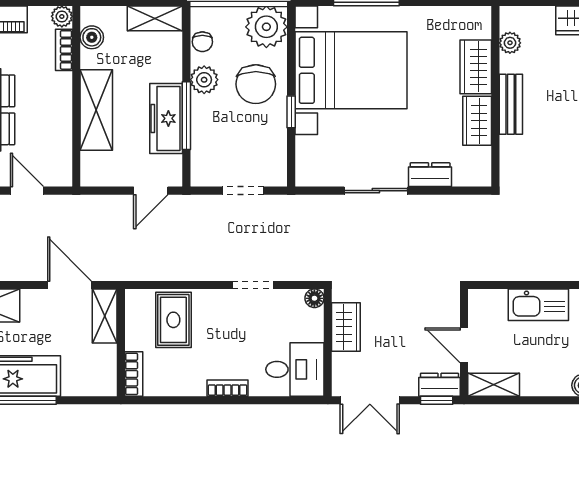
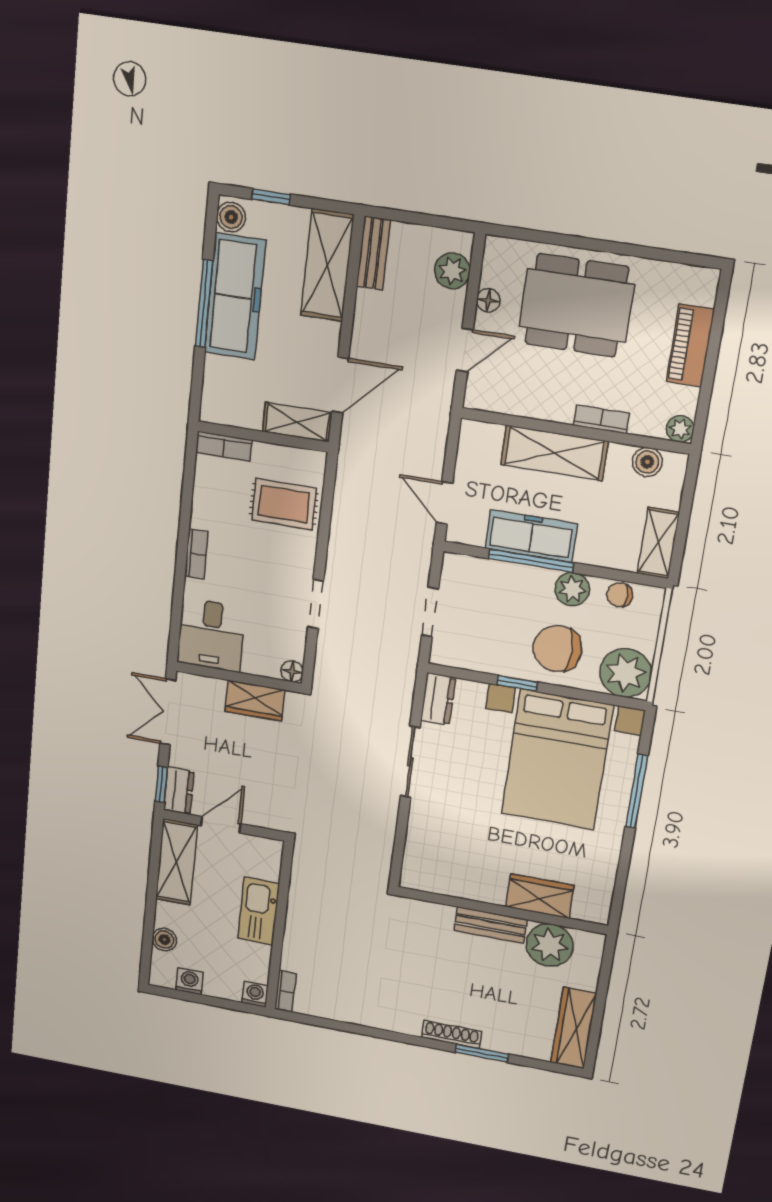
plant: (510, 43) -> (550, 945), width x1.87, depth x1.87
bookcase: (64, 50) -> (602, 419), moved
wardrobe: (477, 121) -> (477, 886), removed
dresser: (430, 175) -> (438, 699), moved
shelving: (494, 385) -> (176, 862), width x1.50, depth x1.33

